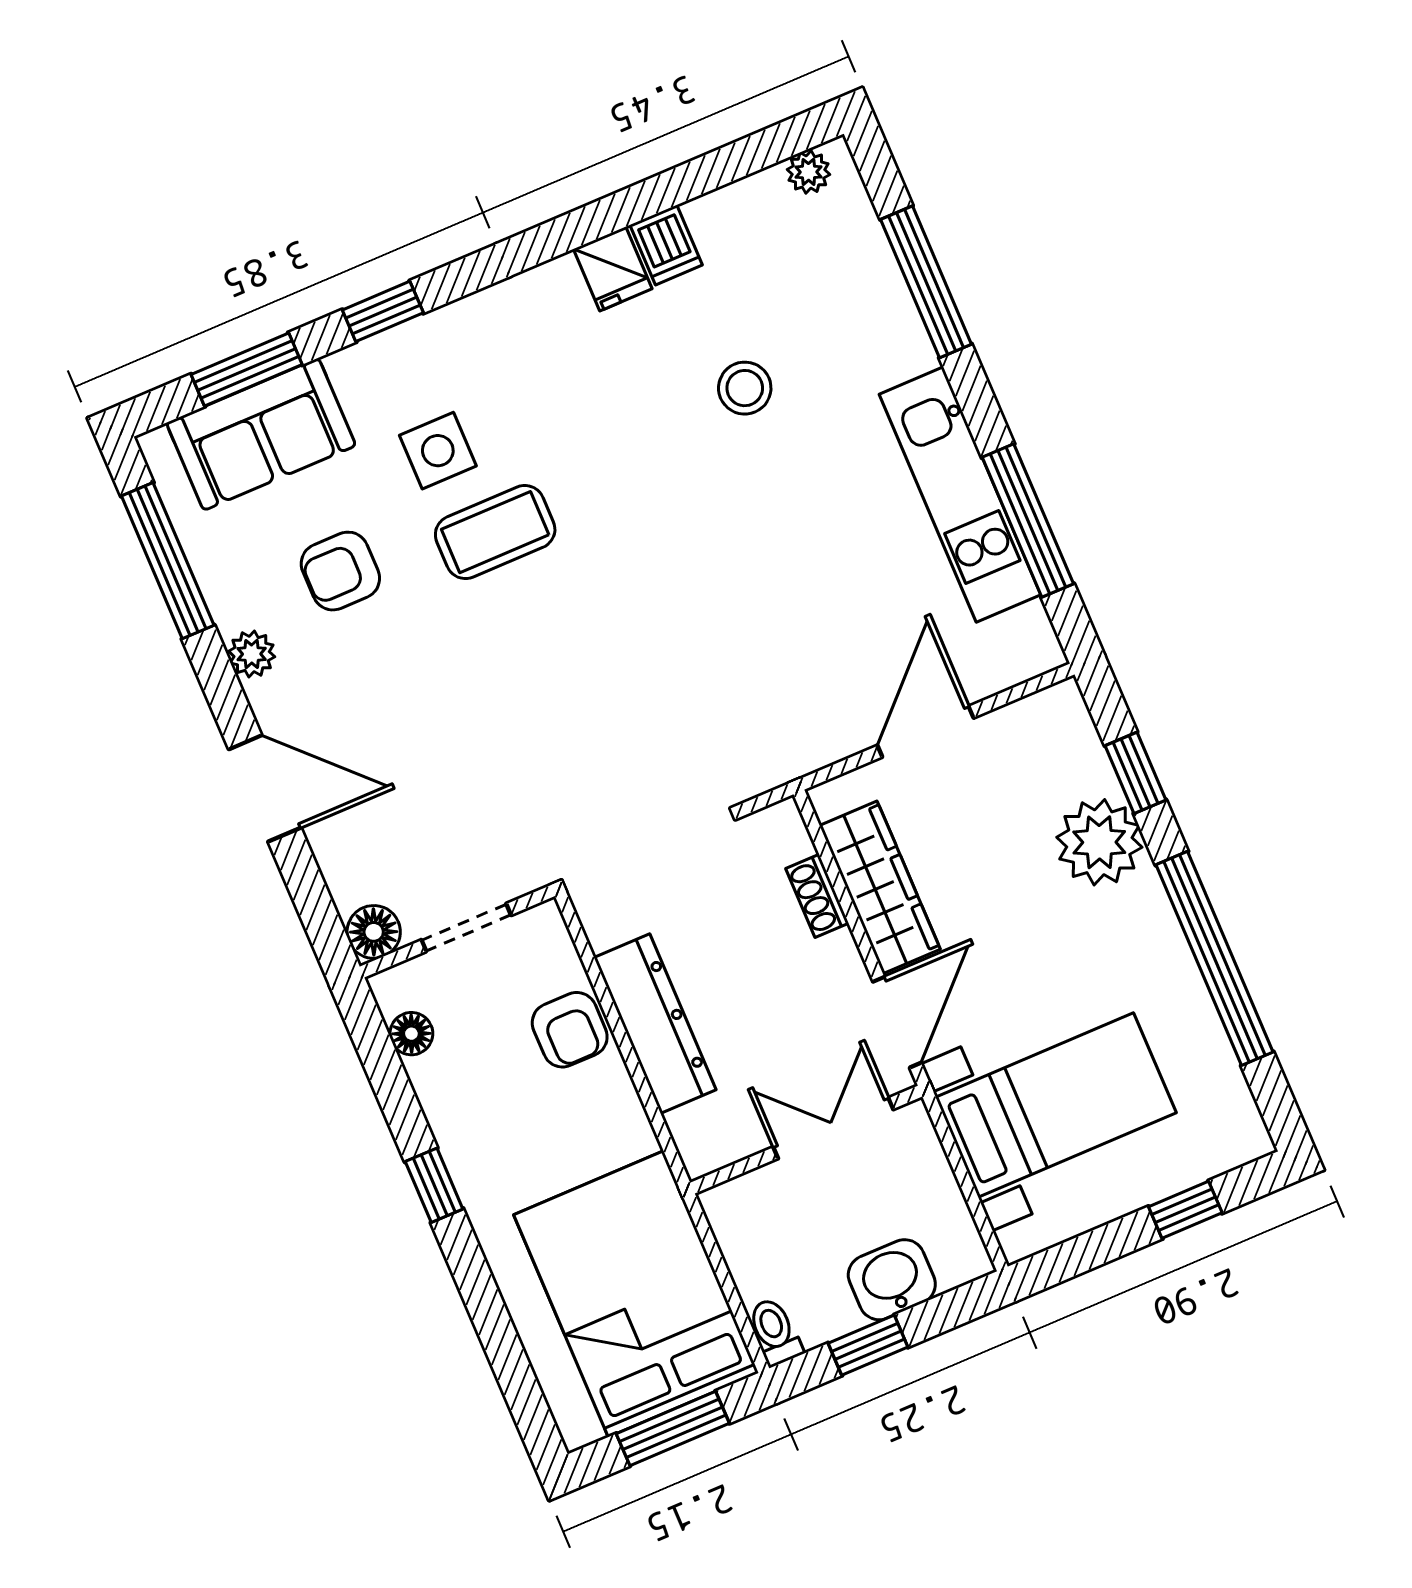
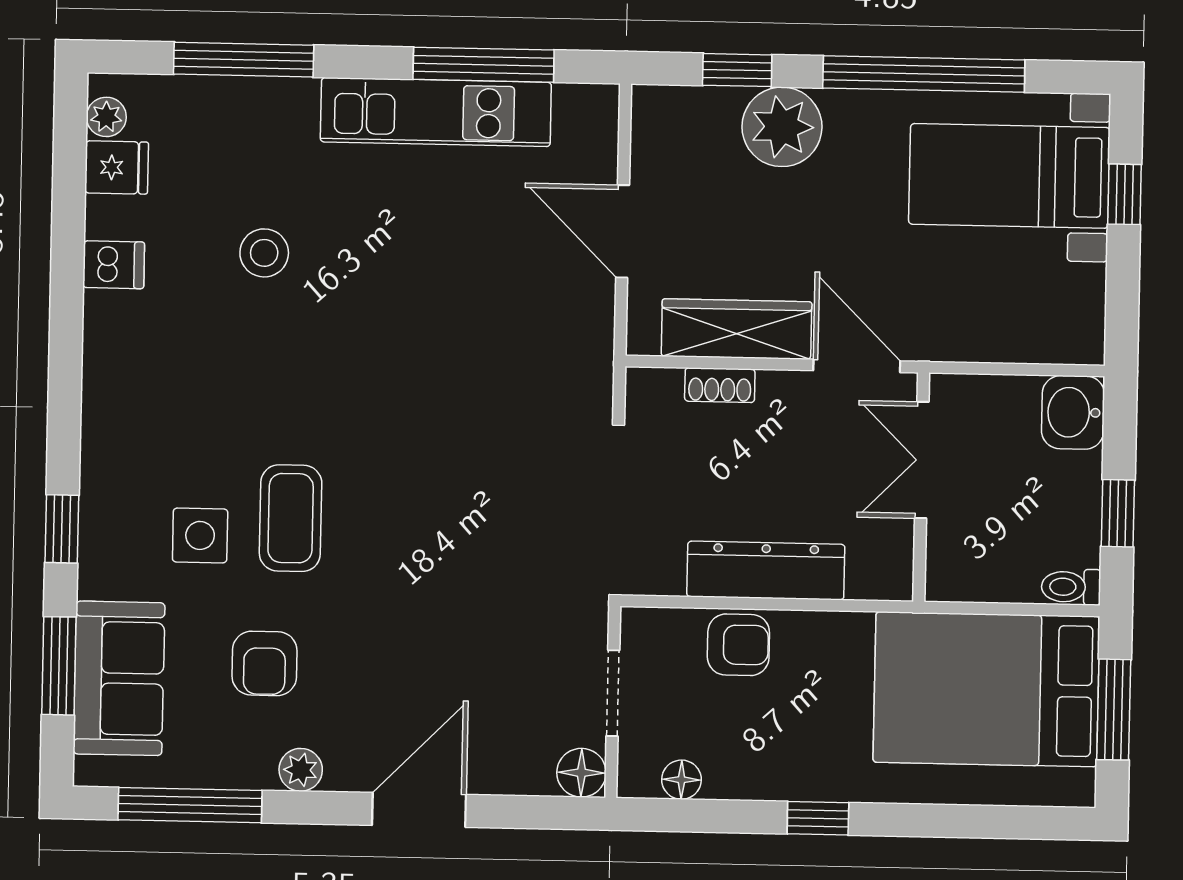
fridge: (613, 269) -> (117, 167), moved
bed with nightstands: (1056, 1105) -> (1009, 176), moved, turned -90
washbasin: (892, 1280) -> (1073, 412), moved

